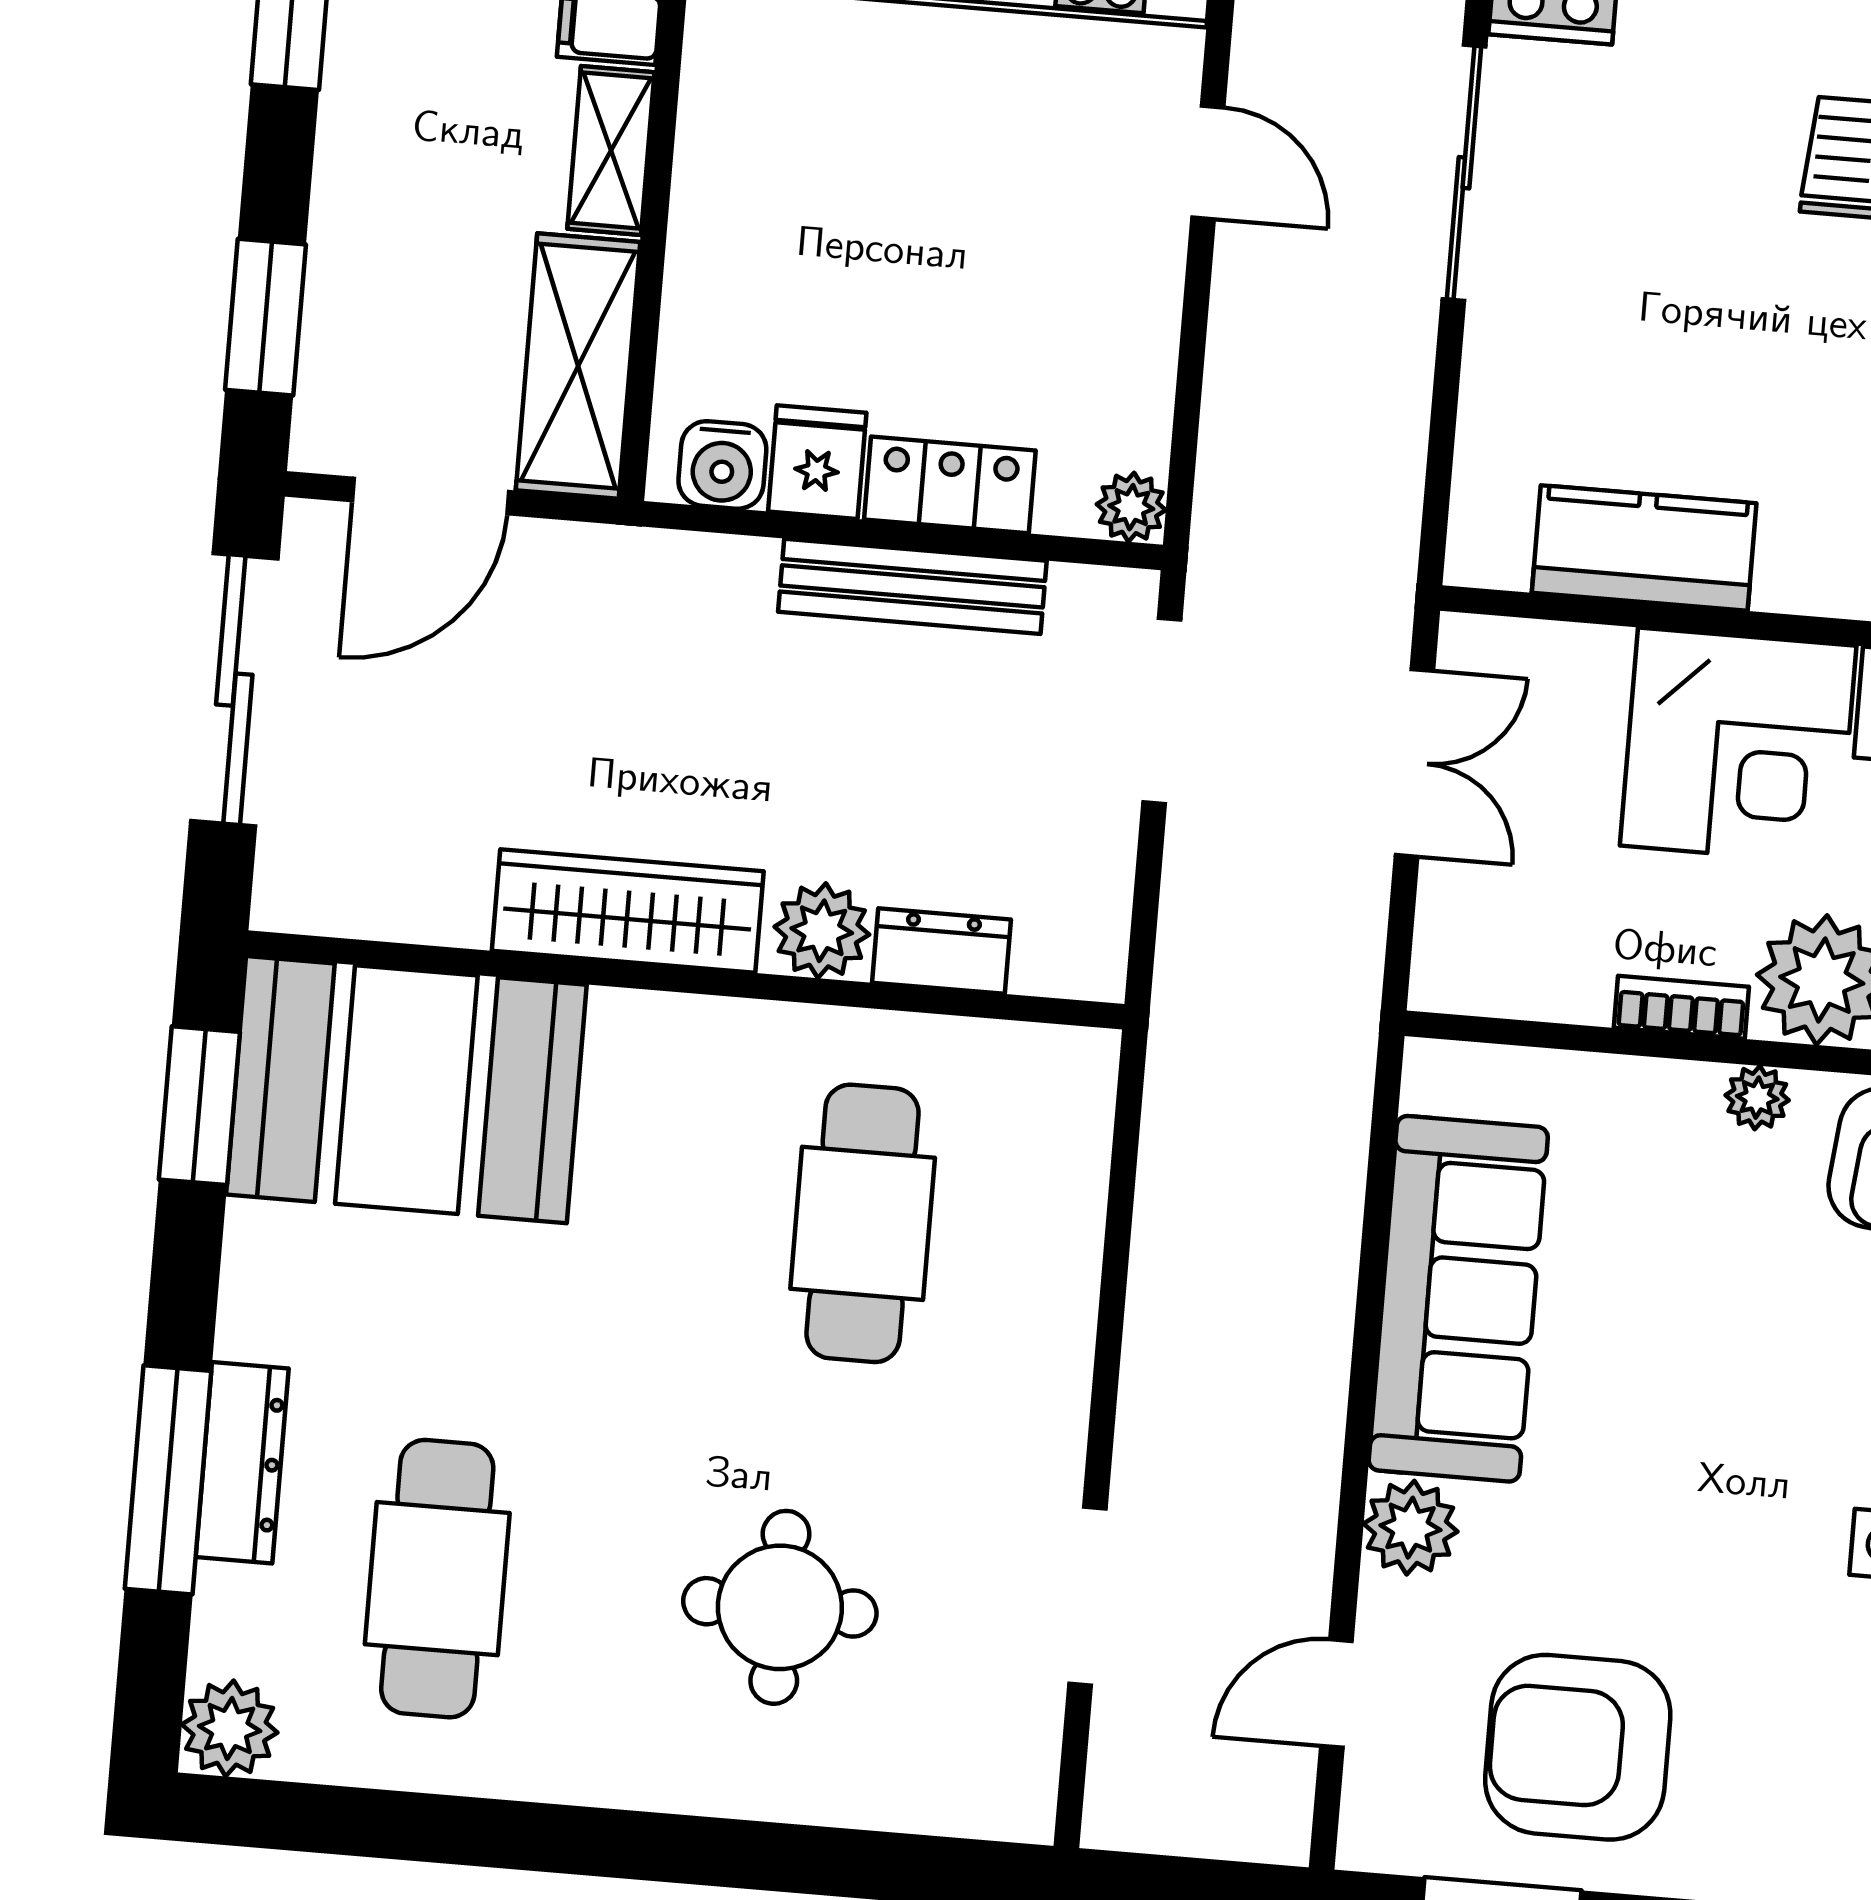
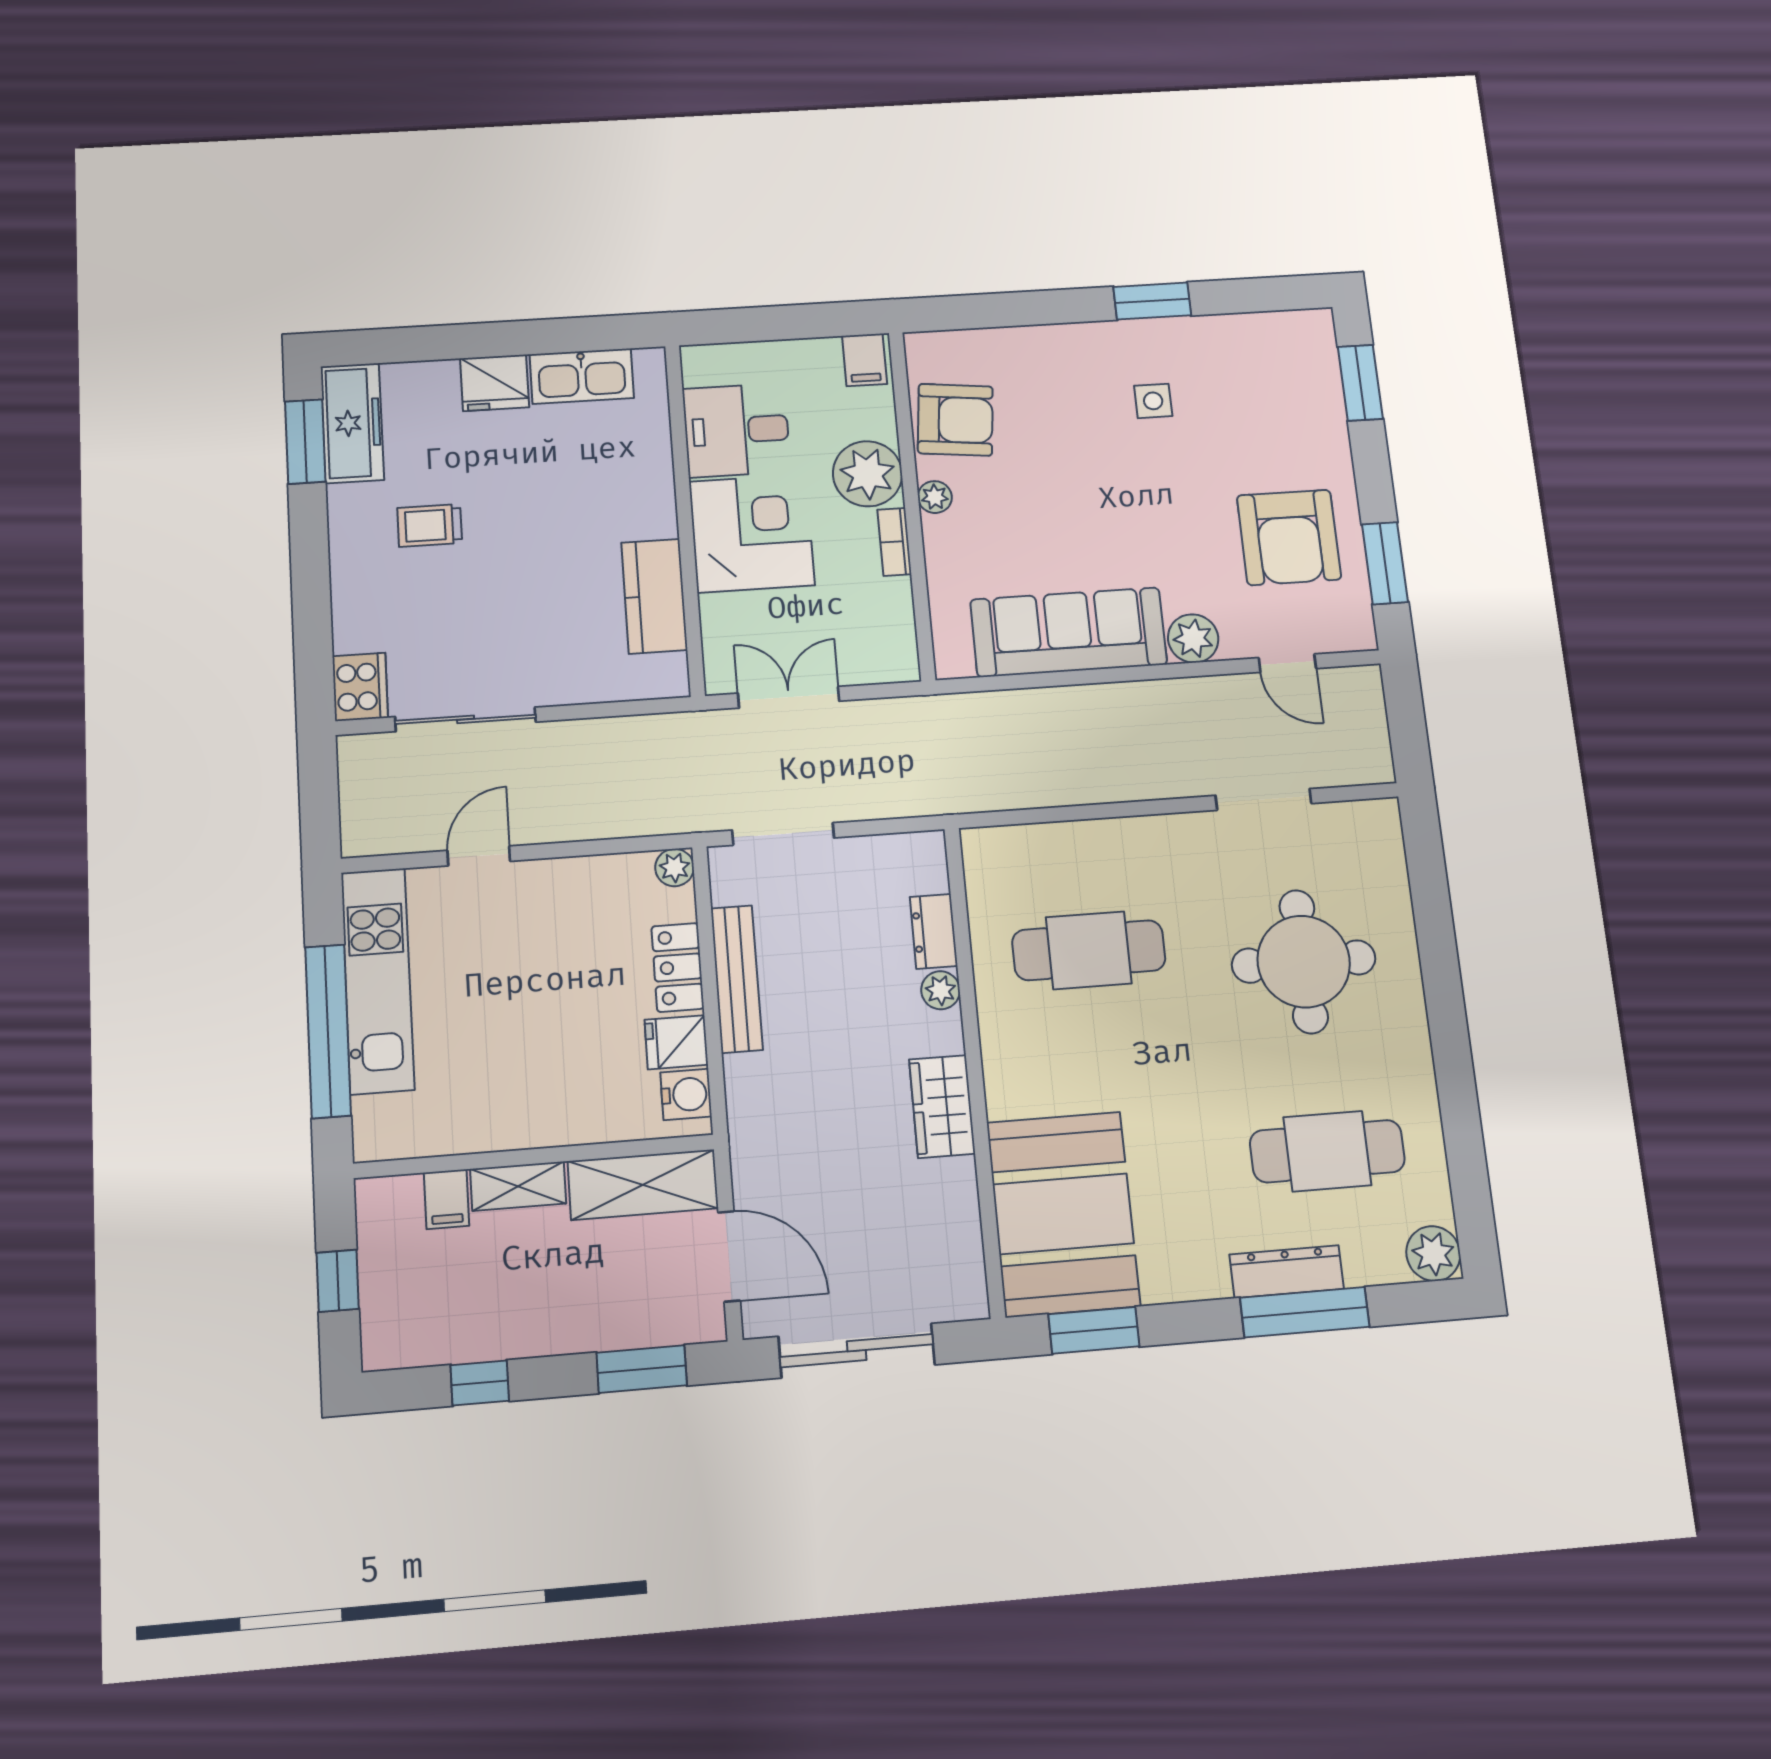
wardrobe: (628, 911) -> (942, 1106), width x0.67
plant: (822, 931) -> (941, 990), width x0.73, depth x0.73
round table: (780, 1607) -> (1304, 962), width x1.36, depth x1.36

